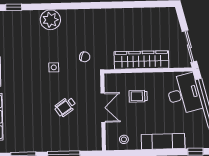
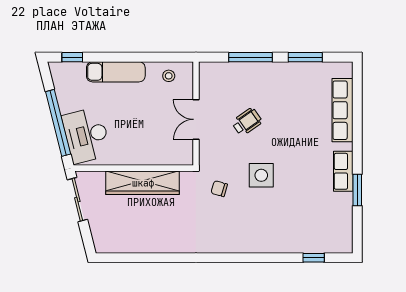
plant: (50, 20) -> (264, 240), removed
side table: (54, 67) -> (261, 175), width x1.87, depth x1.87
trolley: (138, 96) -> (148, 134), removed

